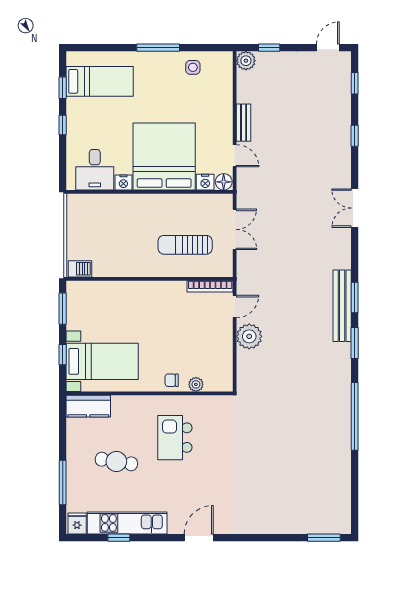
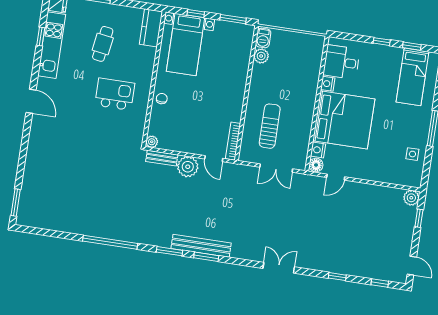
bench: (244, 123) -> (162, 158), moved
plant: (102, 268) -> (261, 56), added
plant: (196, 384) -> (152, 142), moved

